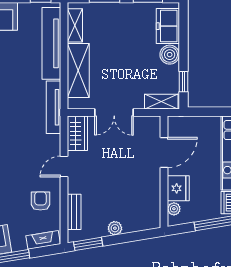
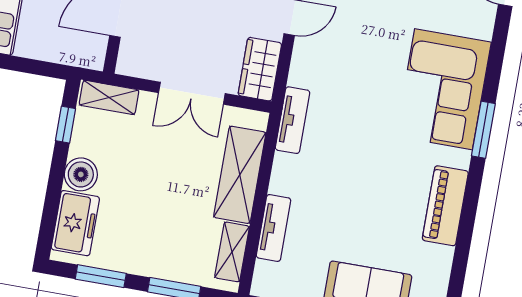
tv unit: (51, 43) -> (274, 228), width x0.52, depth x0.78
tv unit: (53, 107) -> (293, 120), width x0.71
double door: (114, 113) -> (192, 93), swing flipped

